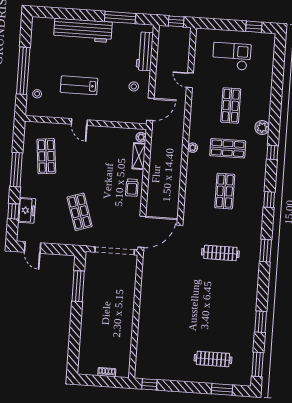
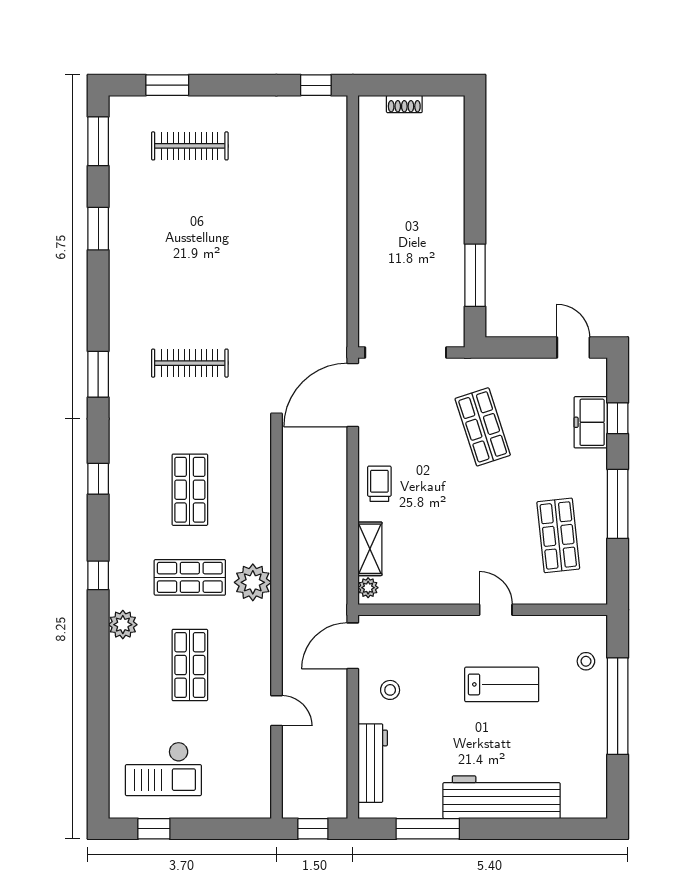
checkout: (232, 56) -> (163, 769), moved
plant: (193, 148) -> (253, 582), width x1.88, depth x1.88

